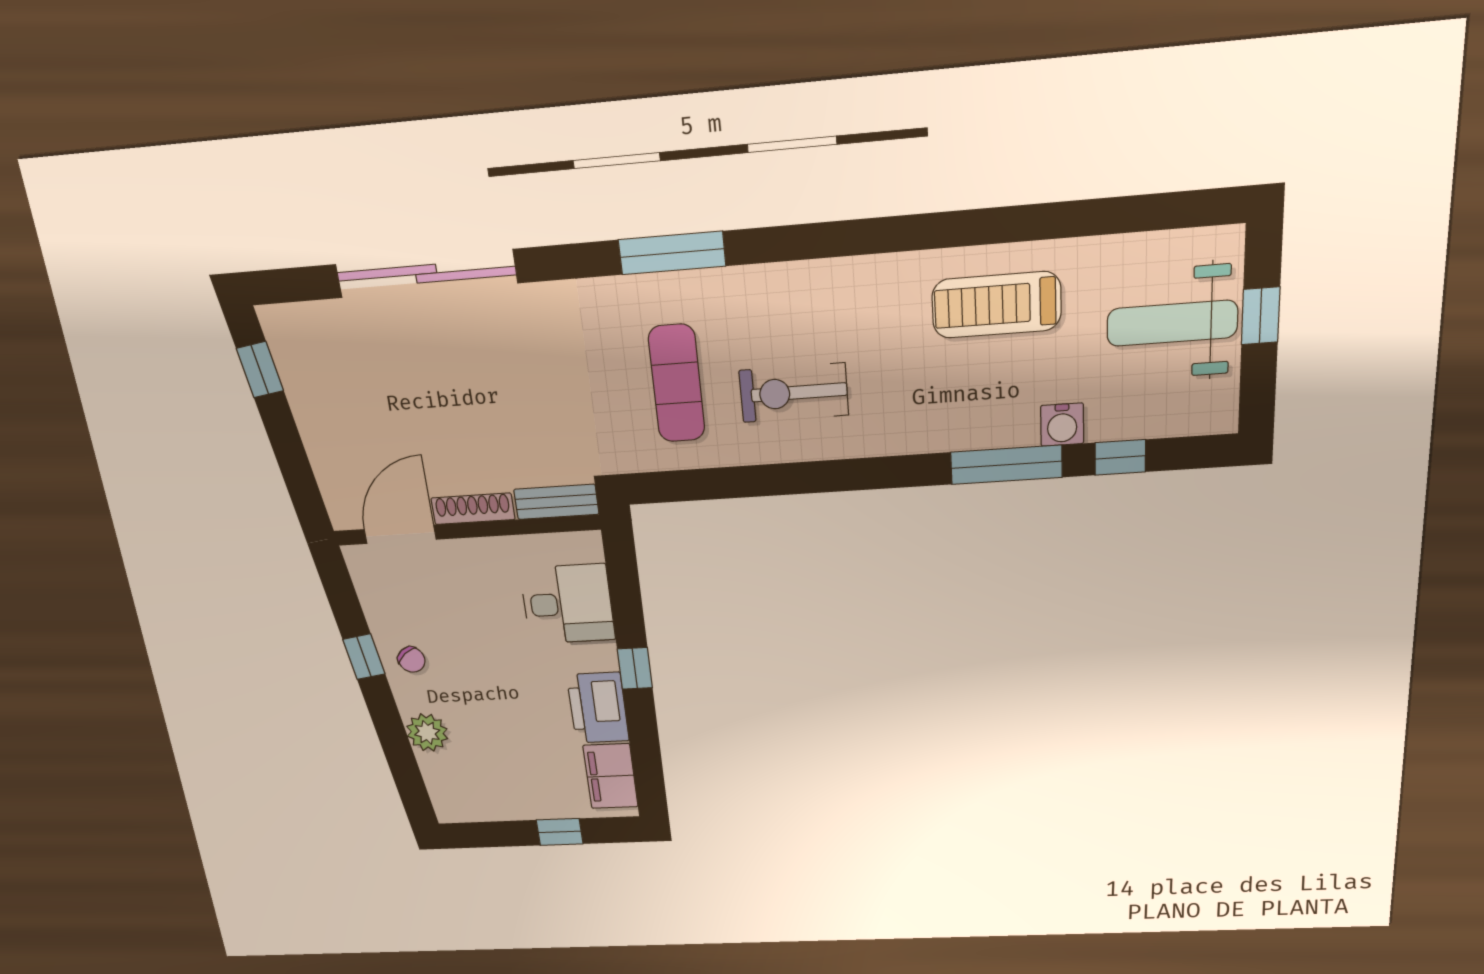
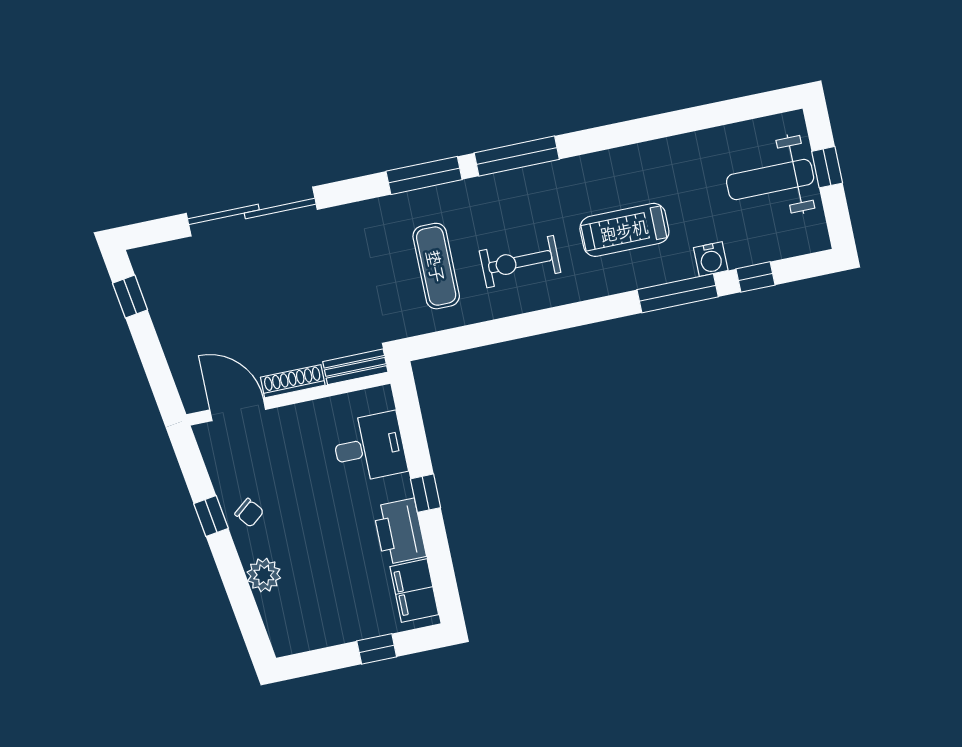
window: (809, 241) -> (517, 156), added
treadmill: (996, 305) -> (624, 230), moved
door: (400, 534) -> (238, 410), hinge flipped

